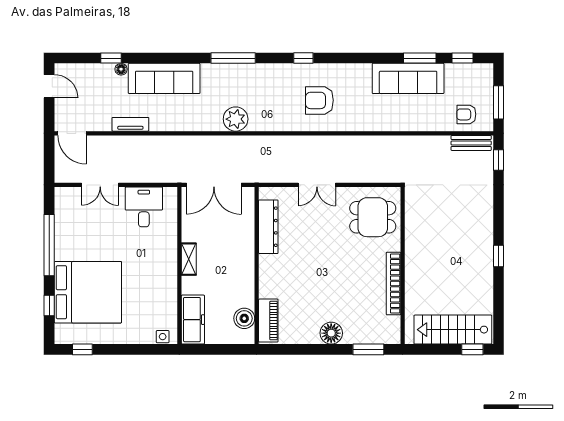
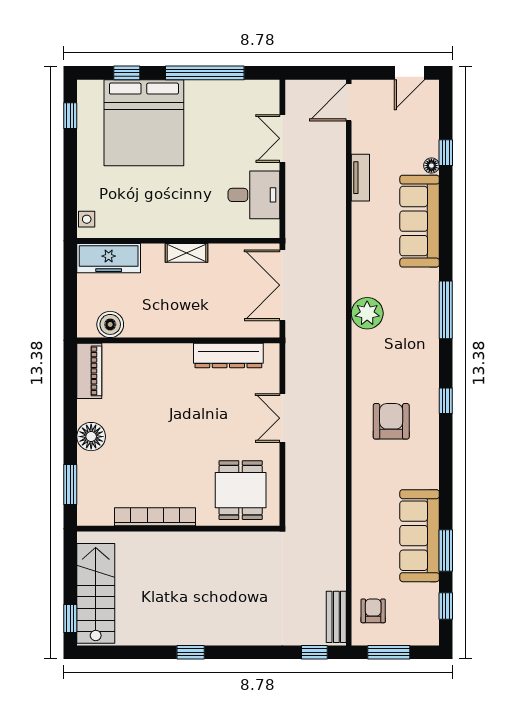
piano: (268, 321) -> (89, 371), moved, turned -90

